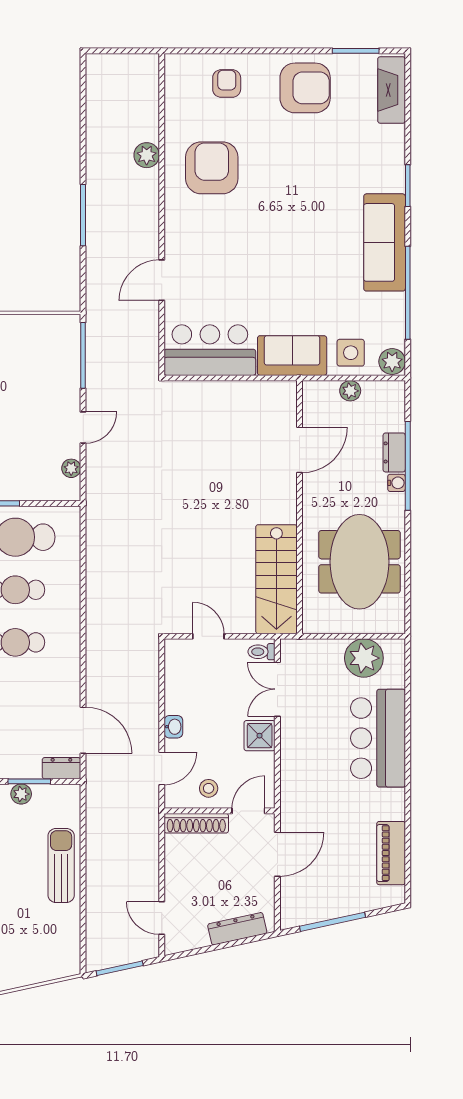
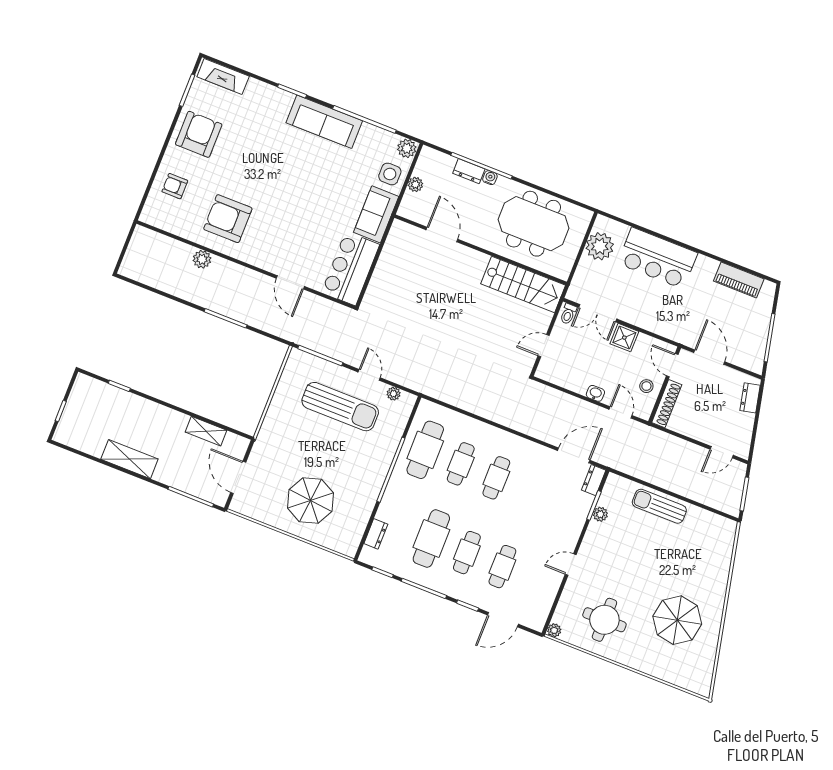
sun lounger: (28, 406) -> (340, 407), added
dresser: (237, 929) -> (750, 398), width x0.70

